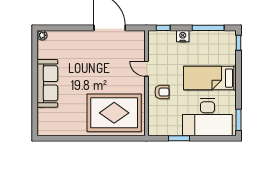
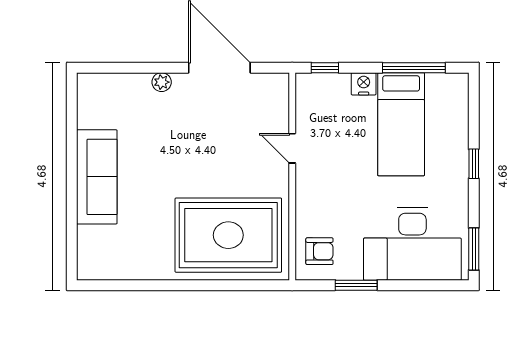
plant: (42, 35) -> (162, 82), moved
window: (239, 43) -> (474, 164), moved
bed: (210, 78) -> (401, 124), moved, turned -90
armchair: (162, 92) -> (319, 251), moved

